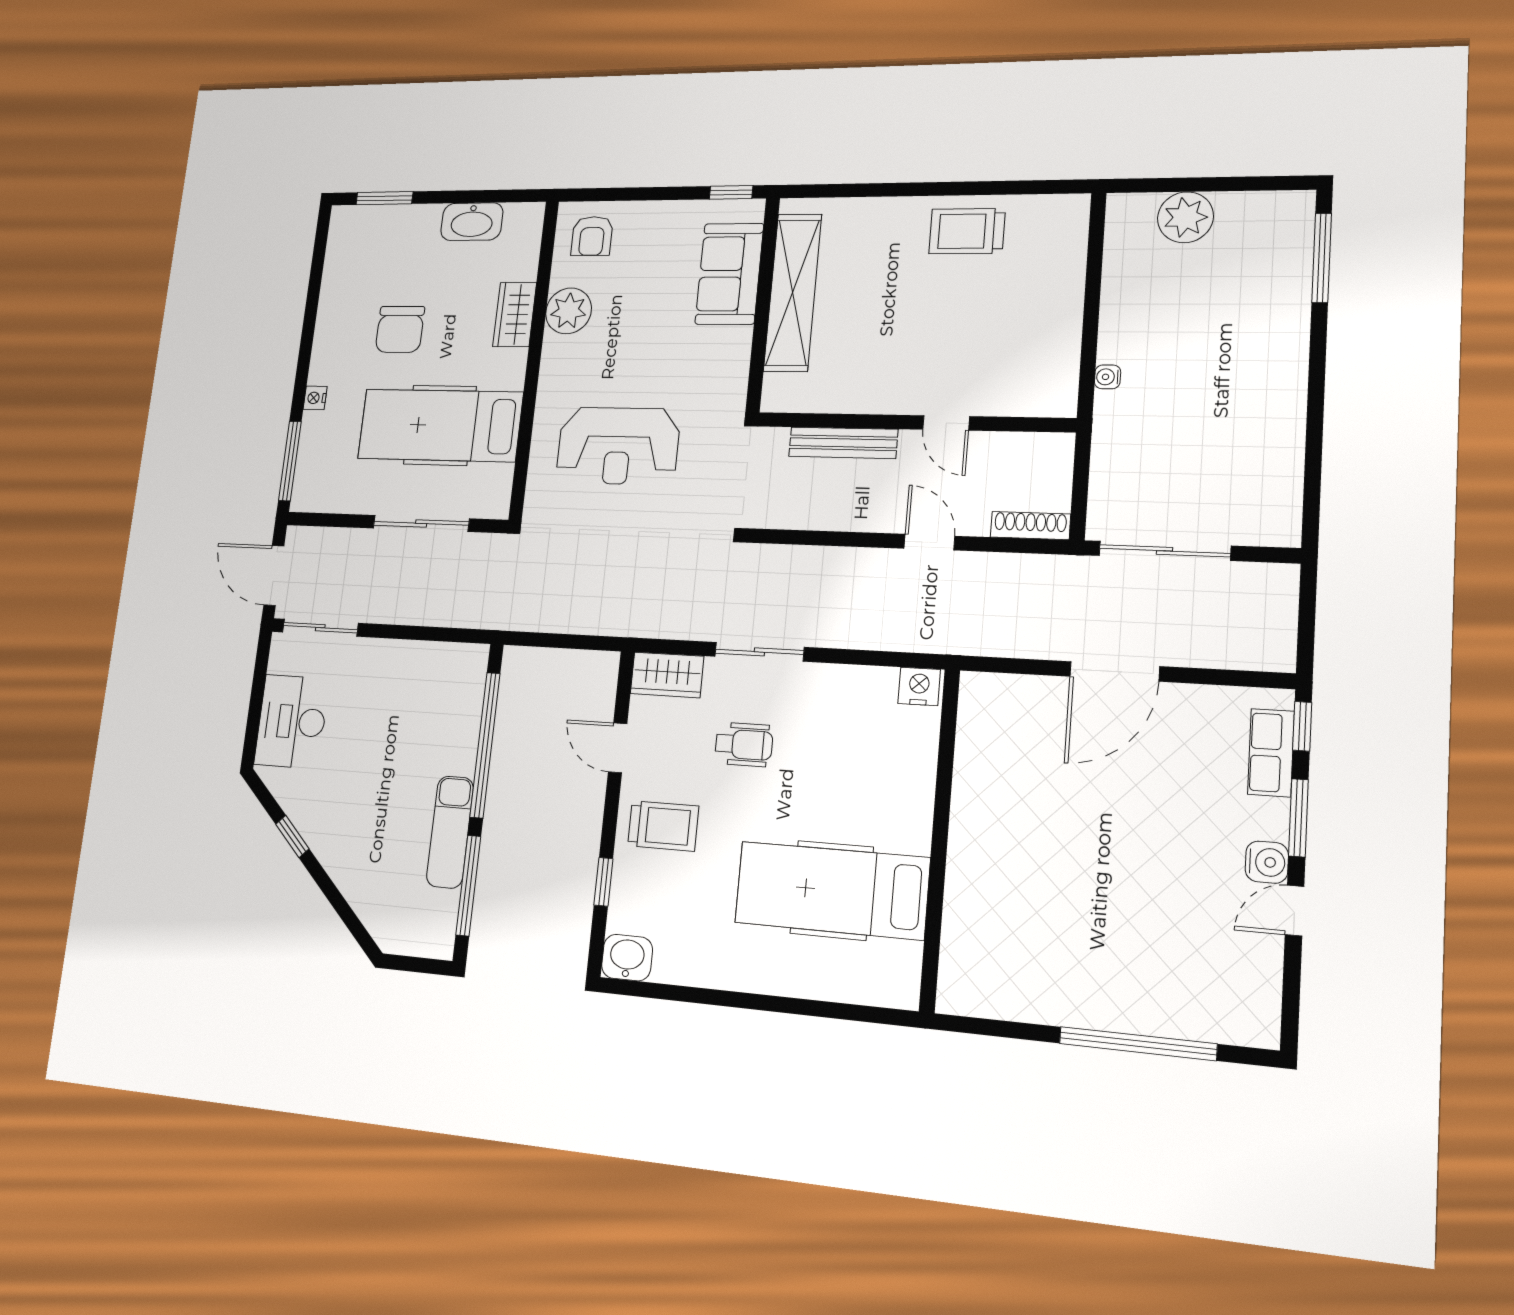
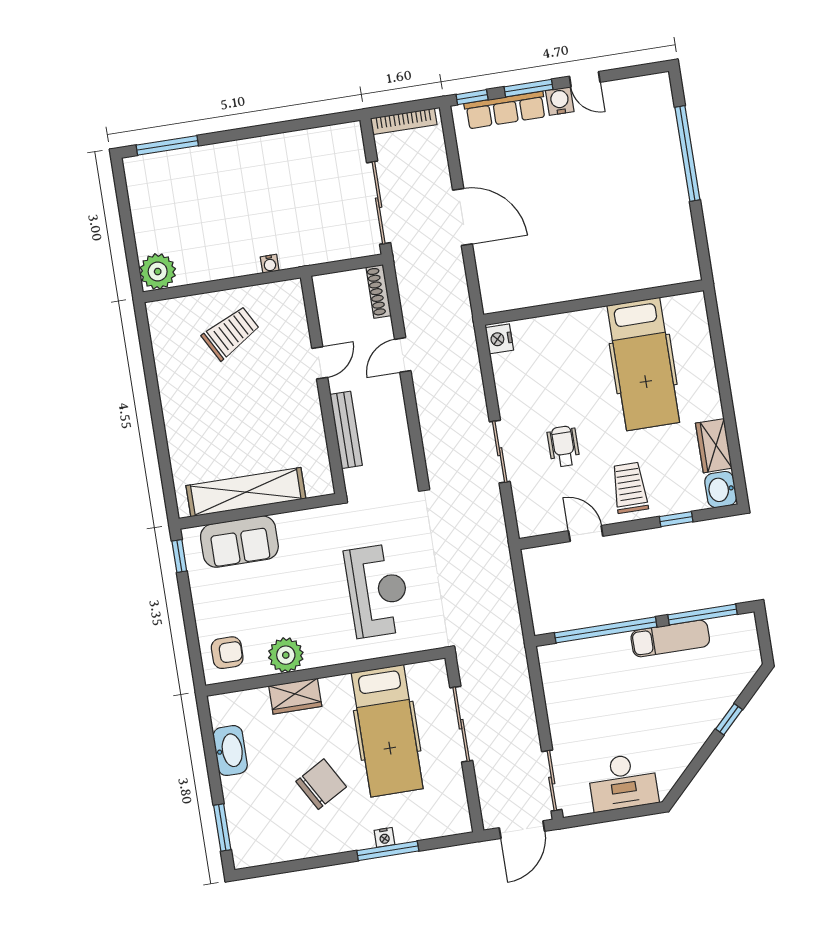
plant: (1185, 217) -> (158, 272), moved
trolley: (967, 231) -> (231, 333), moved, turned -119
chair: (400, 329) -> (321, 784), turned -30
window: (290, 461) -> (388, 851), moved
bookcase: (1285, 613) -> (404, 121), added
wardrobe: (667, 675) -> (714, 446), moved, turned 180
door: (618, 748) -> (586, 534), swing flipped
row of seats: (1271, 753) -> (505, 110), width x1.48
window: (292, 836) -> (729, 719), moved

